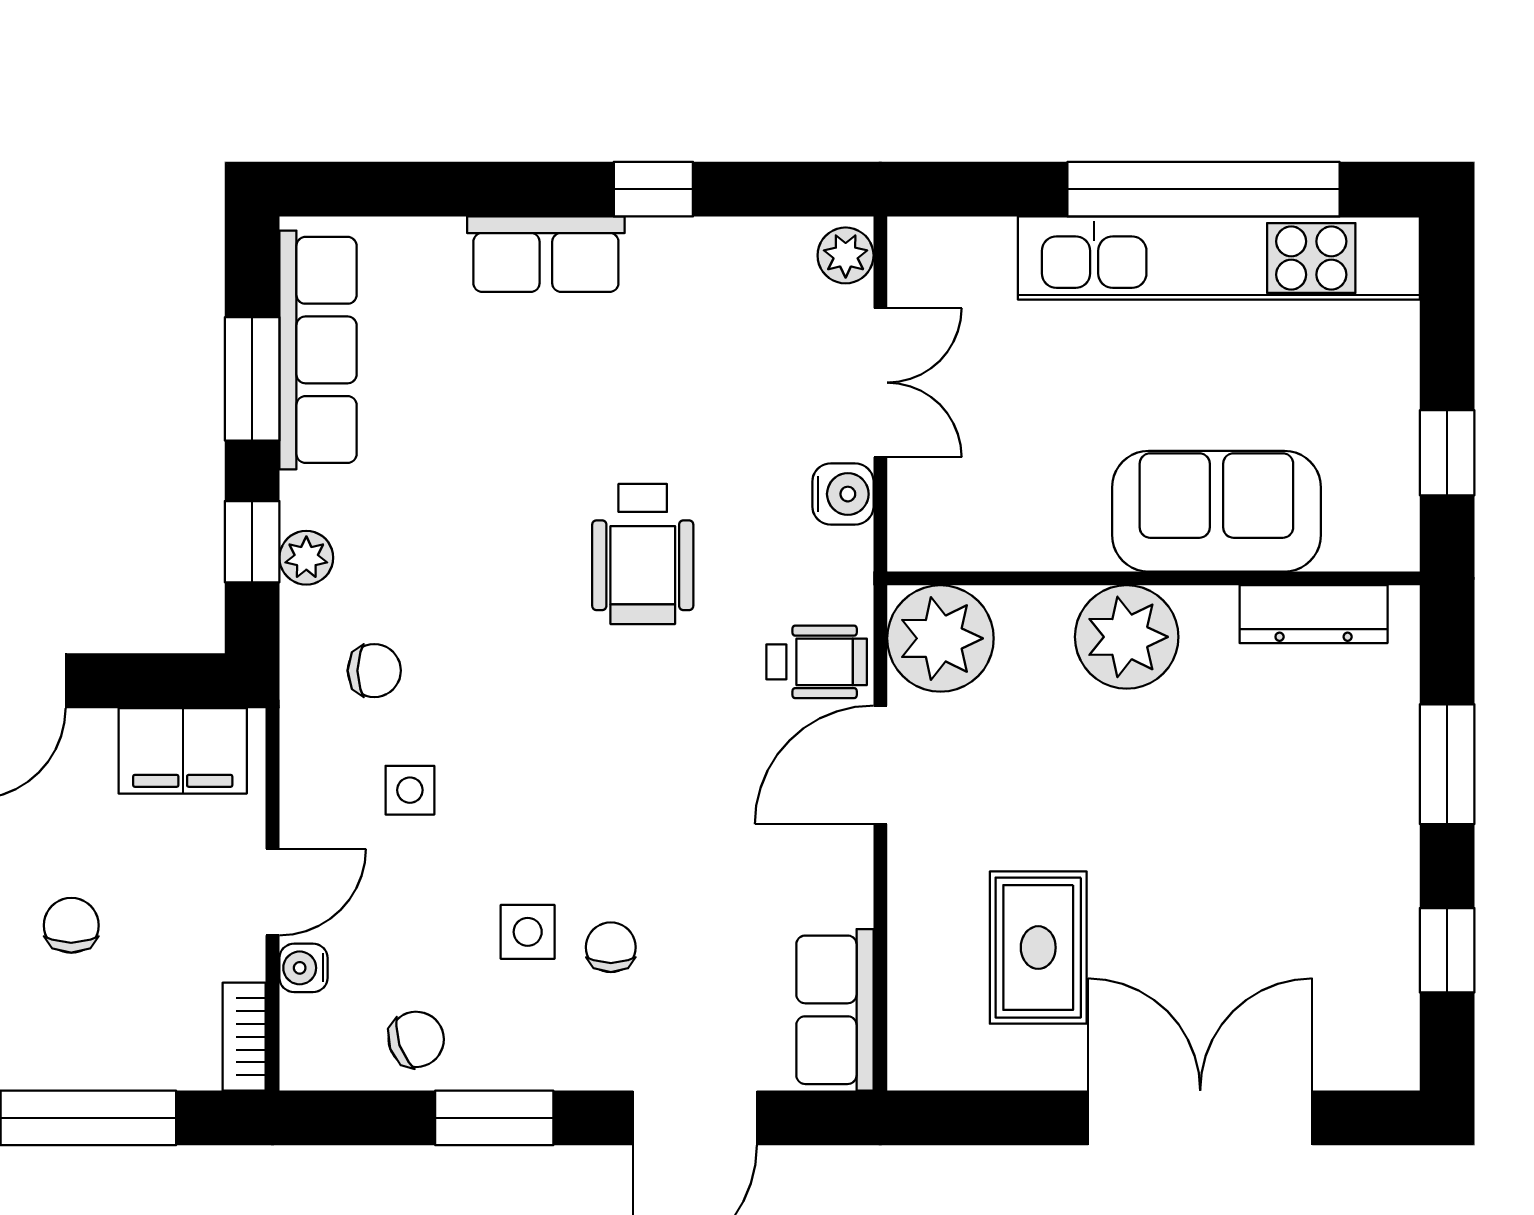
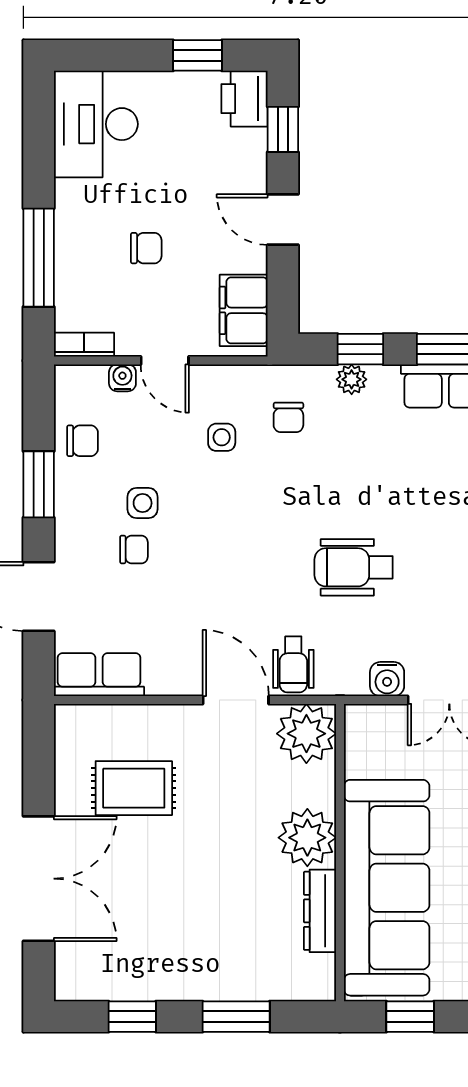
sofa: (1216, 511) -> (387, 888), width x1.85, depth x1.27
dresser: (1314, 614) -> (320, 911), moved
chair: (416, 1039) -> (82, 441), turned -71

